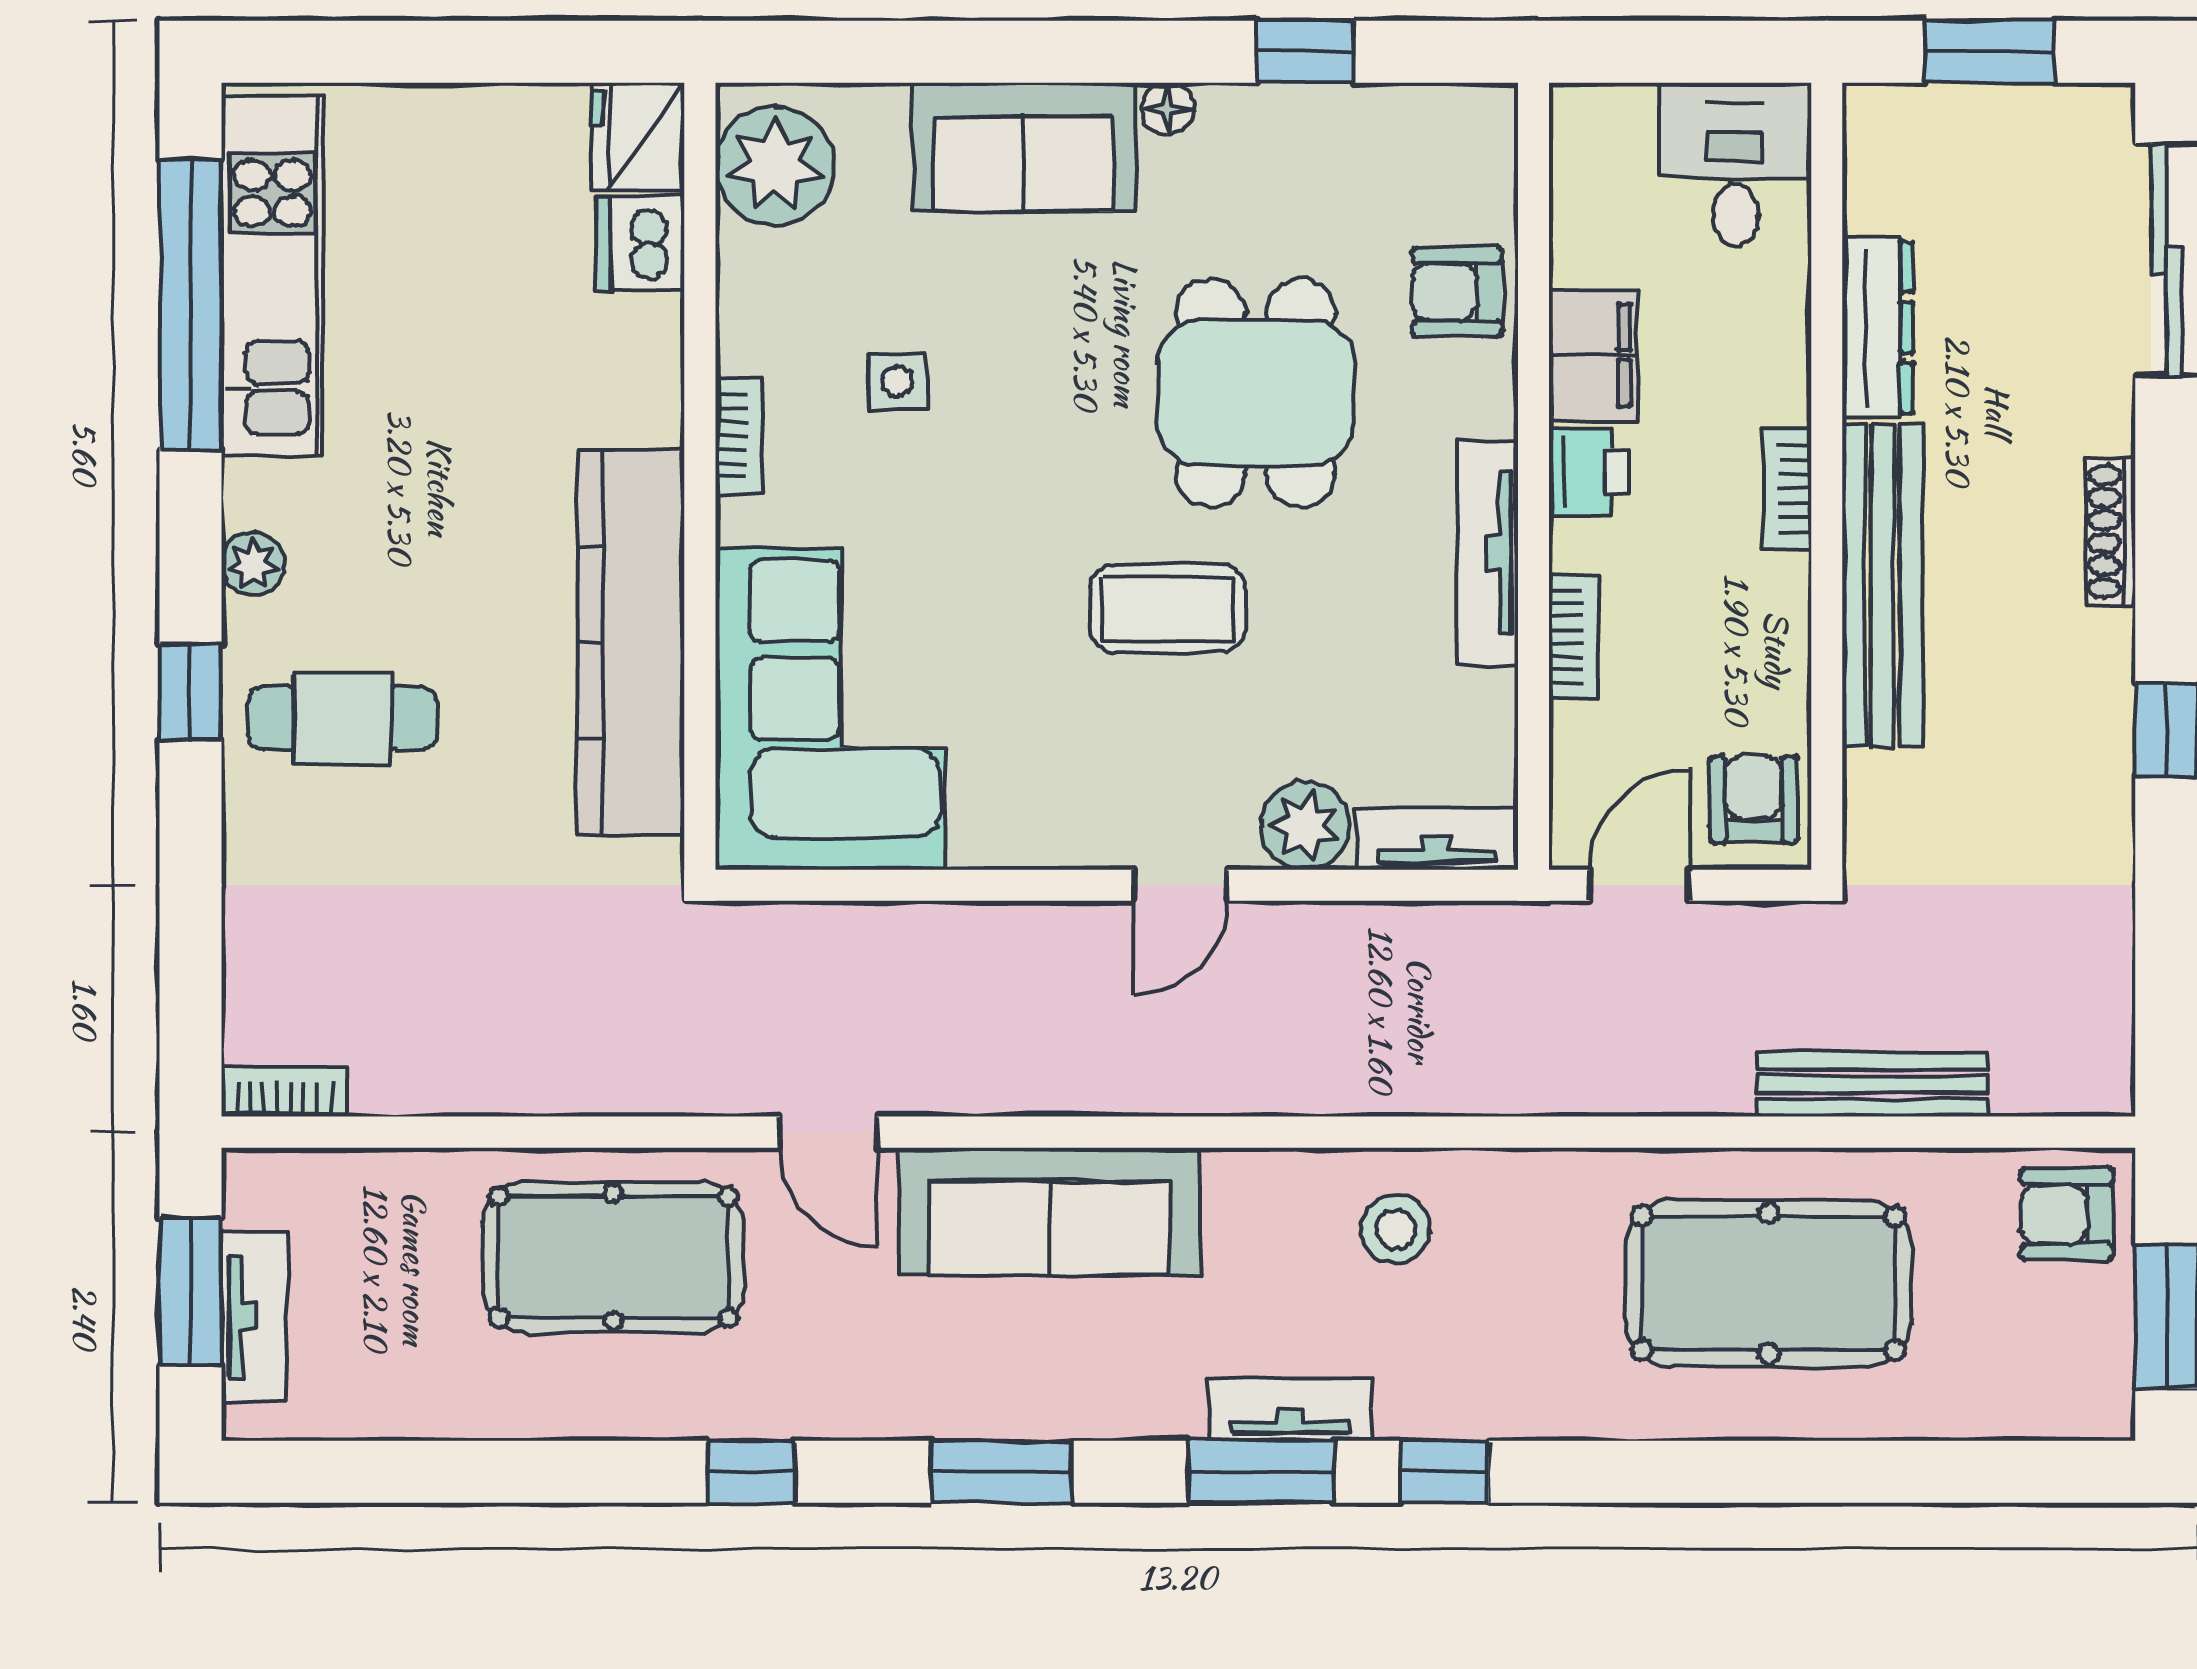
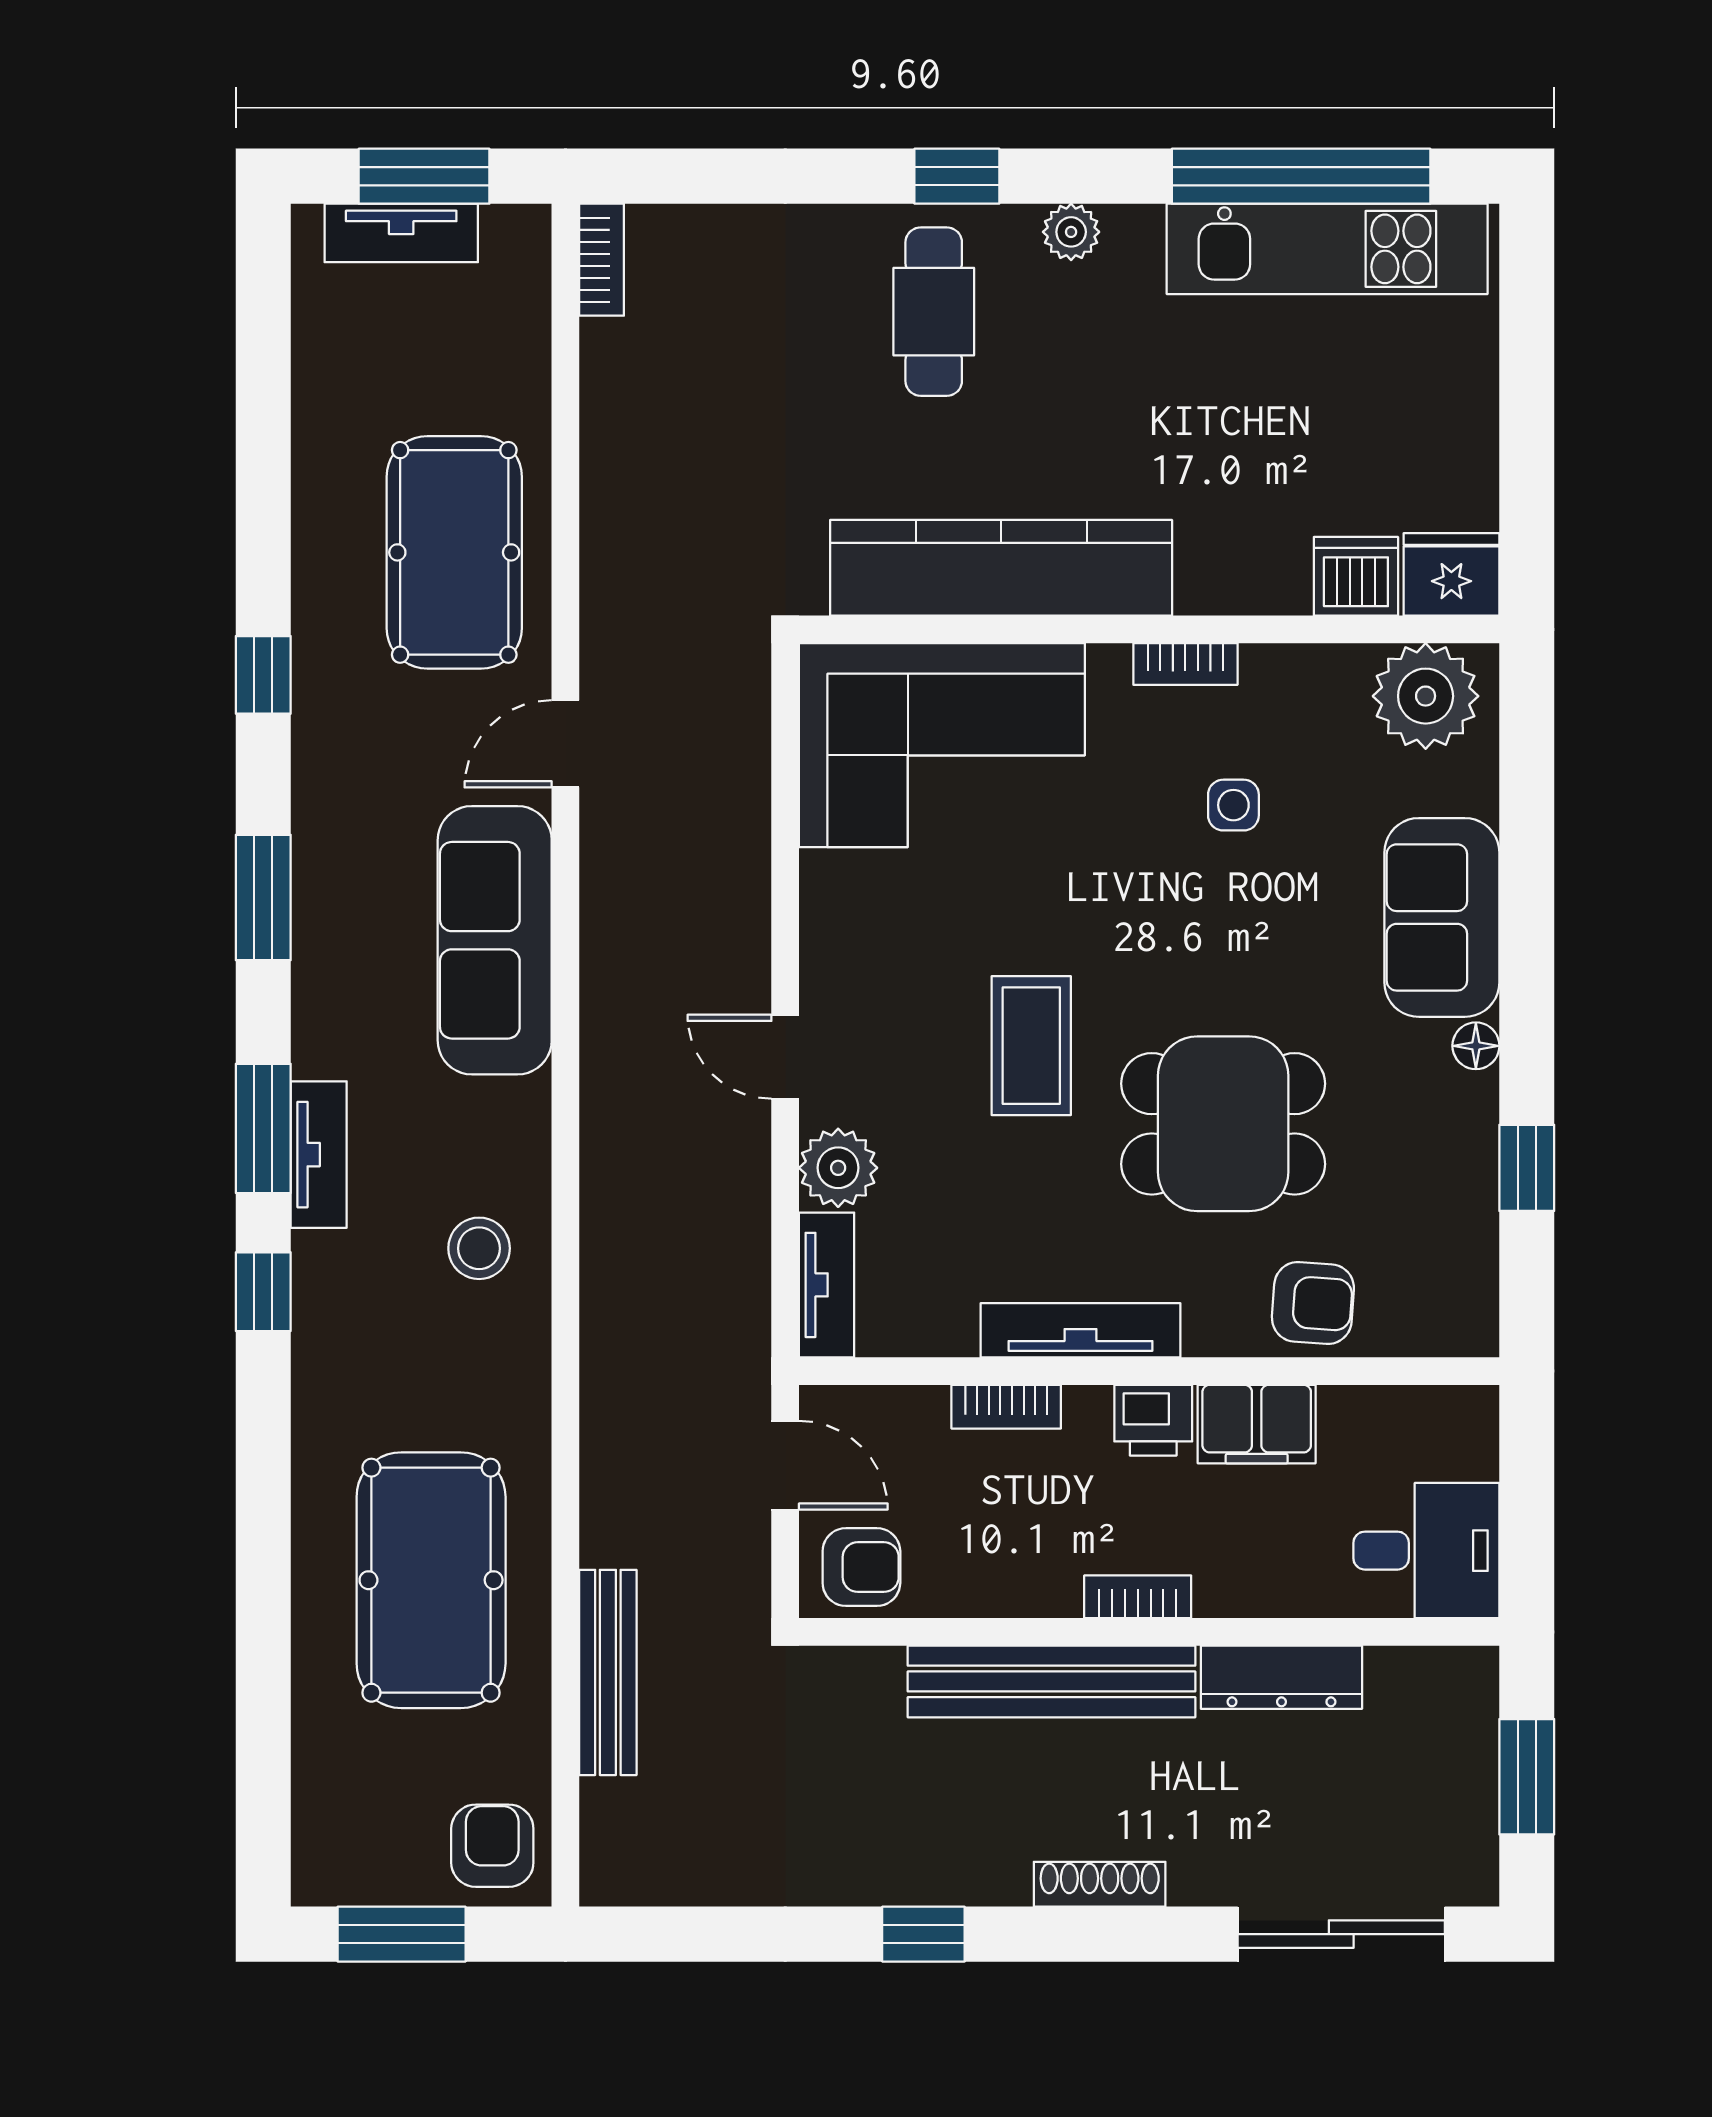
armchair: (1457, 292) -> (1313, 1303), turned 94

